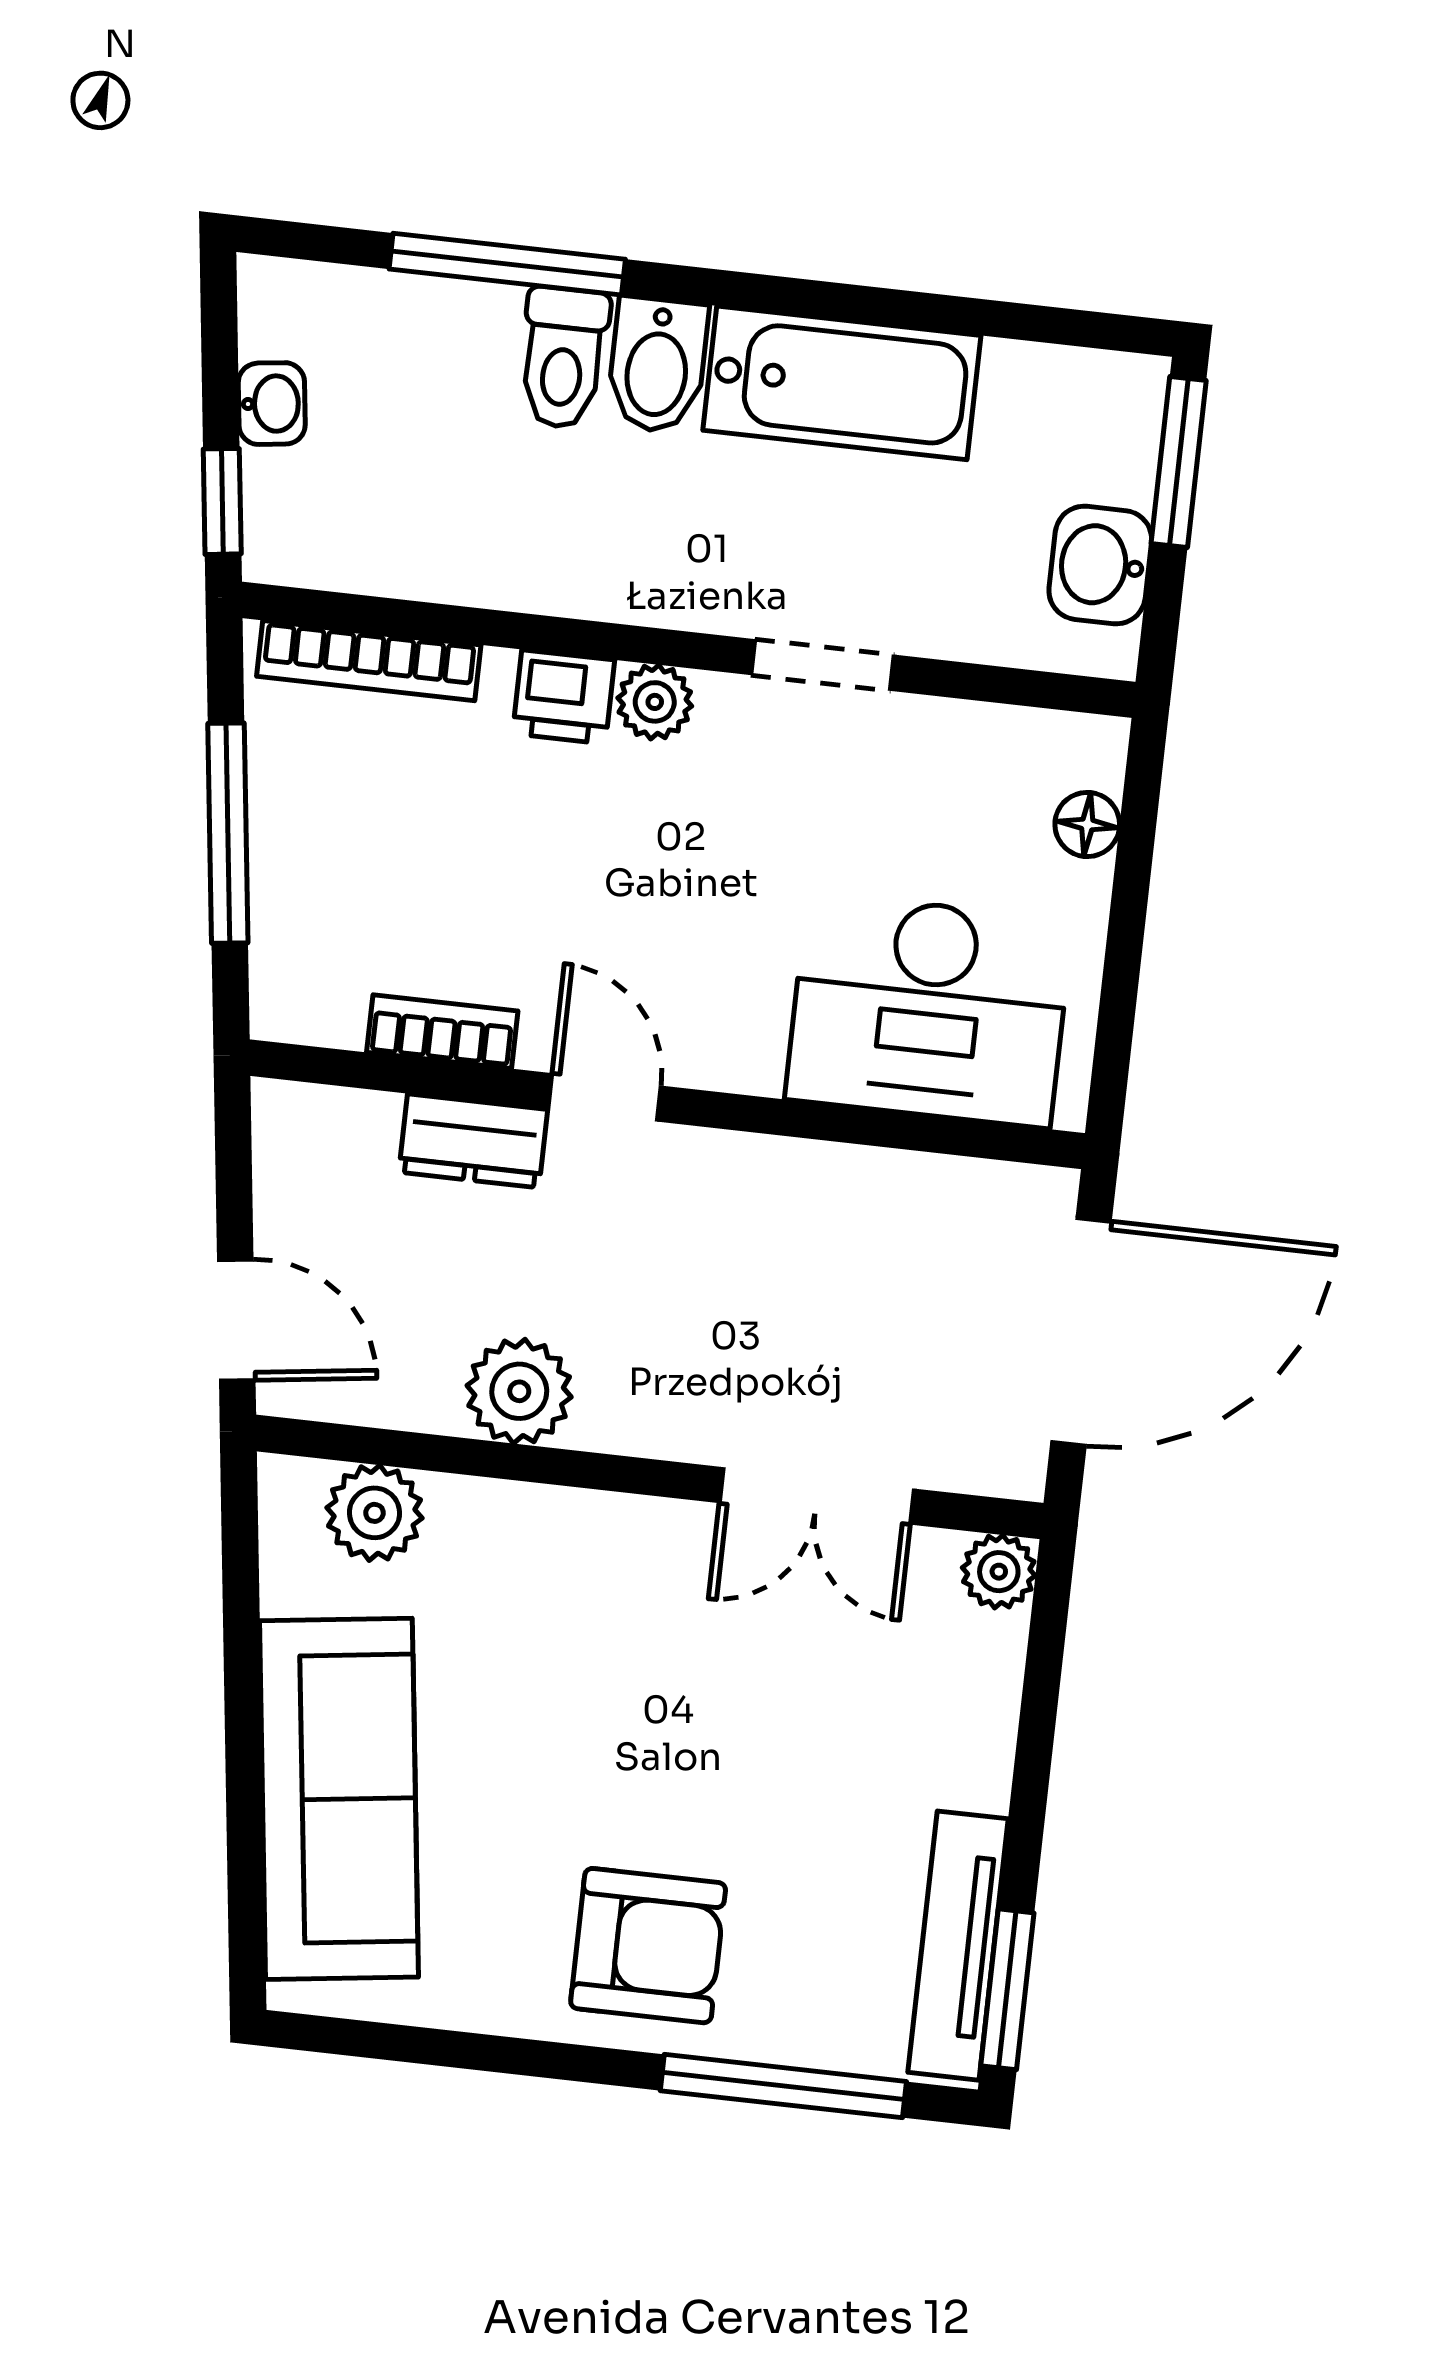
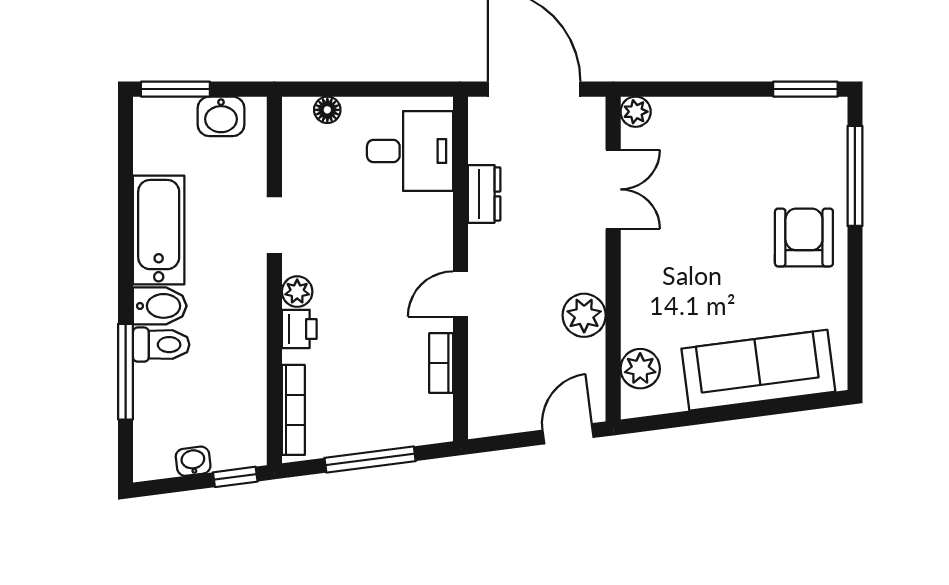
desk: (929, 1010) -> (410, 151), width x0.73
dresser: (473, 1141) -> (484, 194), moved
tv unit: (958, 1946) -> (790, 111), removed

